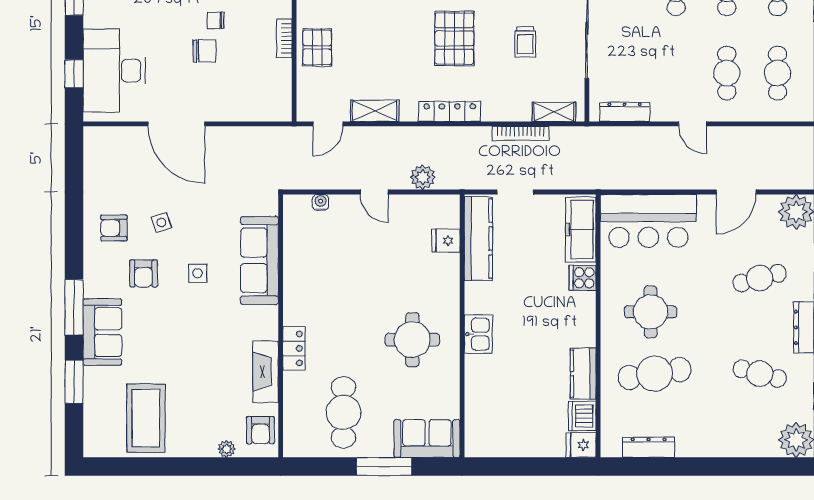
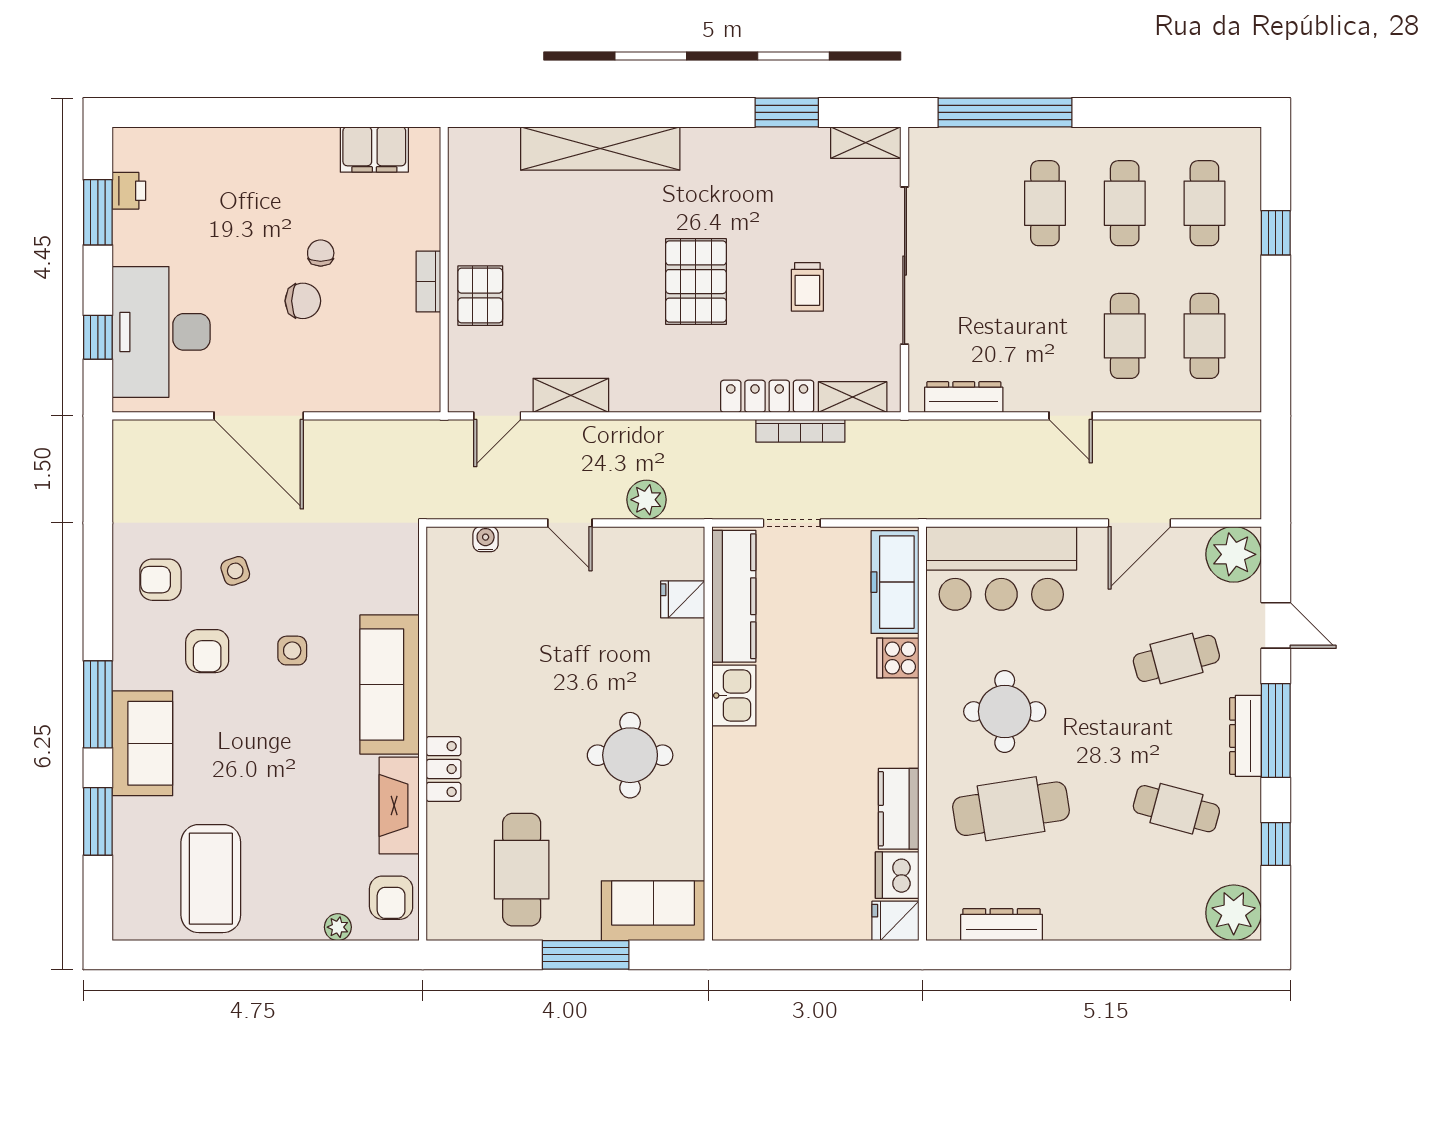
chair: (216, 20) -> (321, 253), turned 90
locker: (450, 111) -> (767, 396), moved
sofa: (259, 260) -> (390, 685), moved
kitchen sink: (478, 334) -> (734, 696), moved

